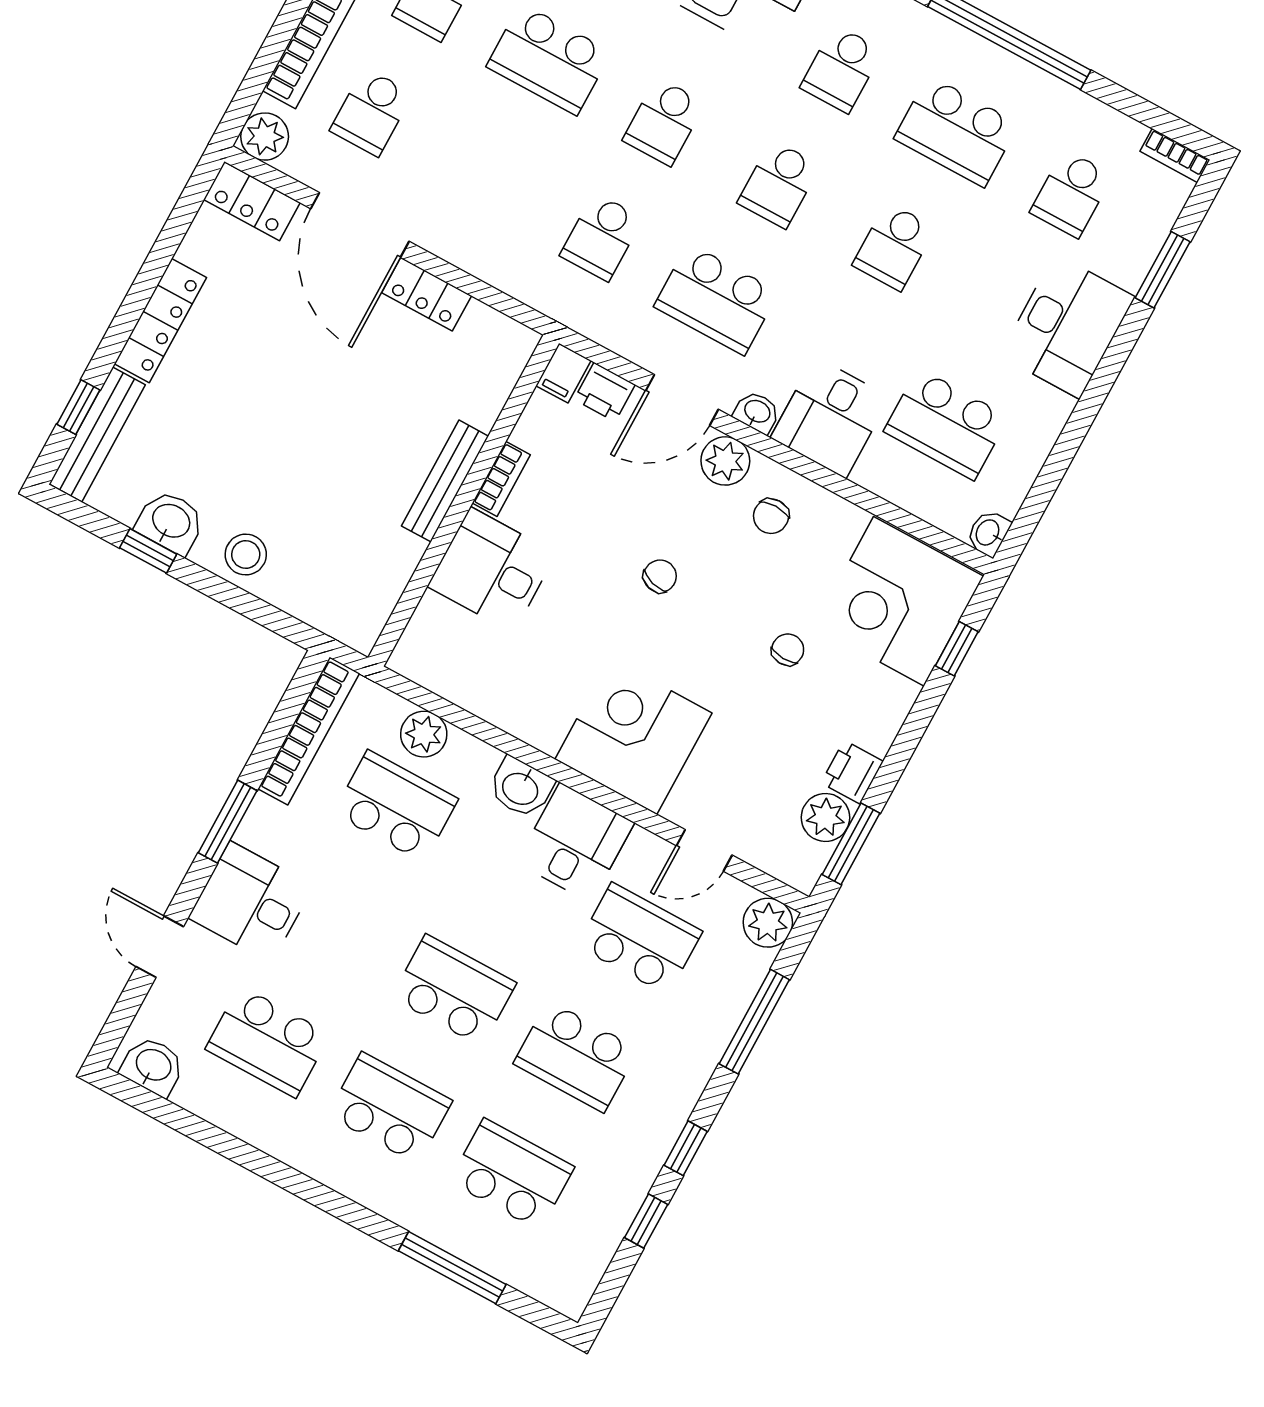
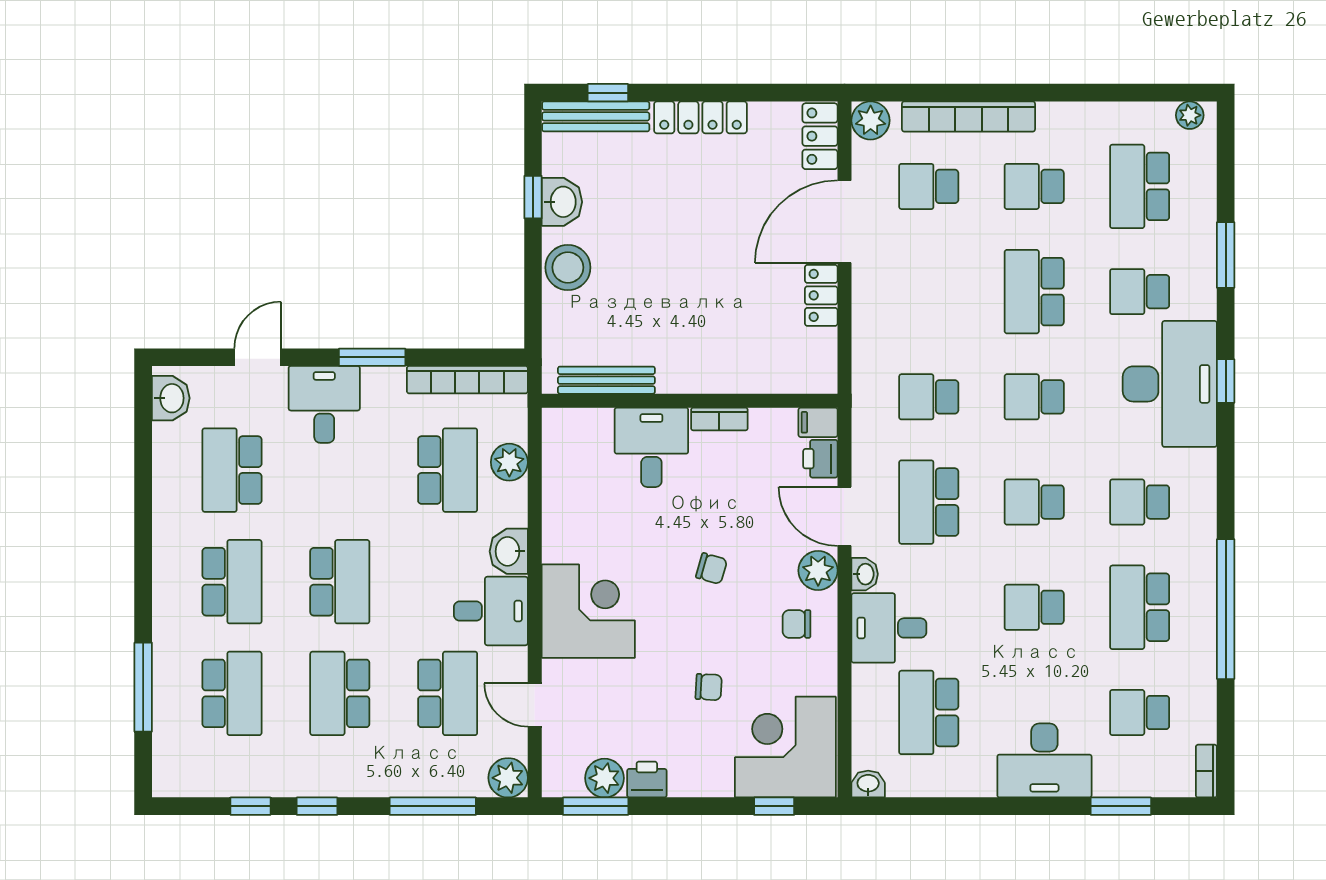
bench: (445, 481) -> (606, 380), moved
stool: (246, 555) -> (568, 267), width x1.38, depth x1.38

